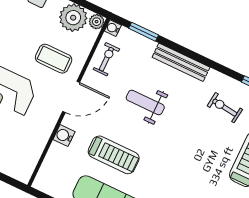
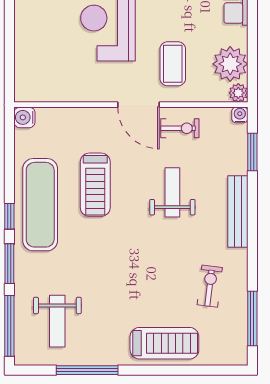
exercise bike: (106, 59) -> (180, 128), moved
water cooler: (64, 136) -> (24, 117), moved, turned -90

